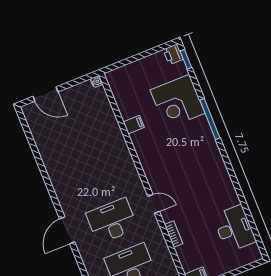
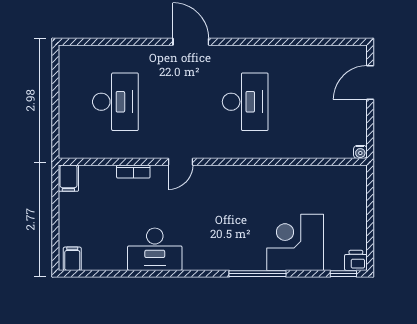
filing cabinet: (134, 125) -> (72, 259), moved, turned 180
desk: (112, 221) -> (245, 102), moved
desk: (234, 229) -> (155, 249), moved

